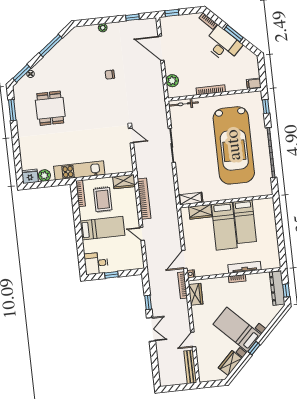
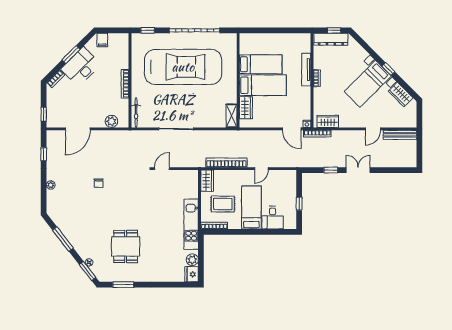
filing cabinet: (254, 84) -> (102, 40), moved
dining table: (50, 108) -> (126, 246), turned 90
desk: (96, 263) -> (273, 218), moved
door: (193, 340) -> (373, 129), hinge flipped

